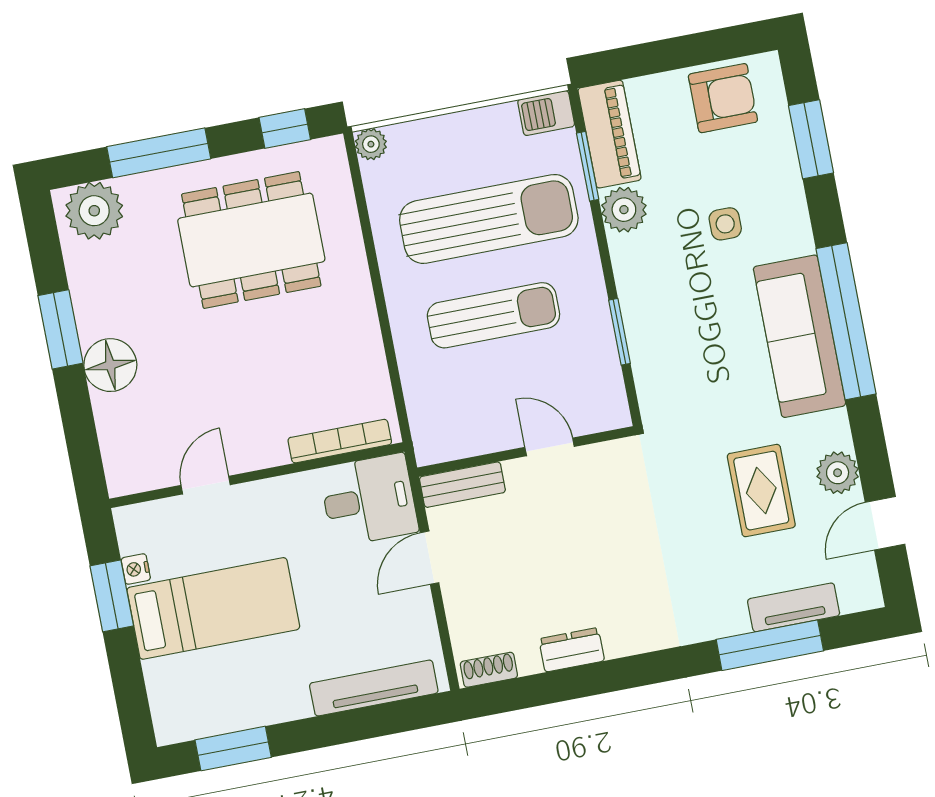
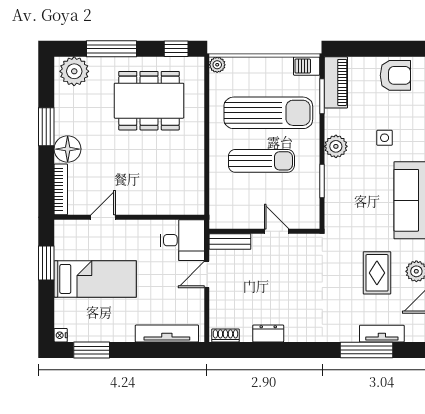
plant: (624, 210) -> (336, 146), moved
bookcase: (340, 441) -> (61, 189), moved, turned 90
nightstand: (136, 569) -> (61, 335), moved

